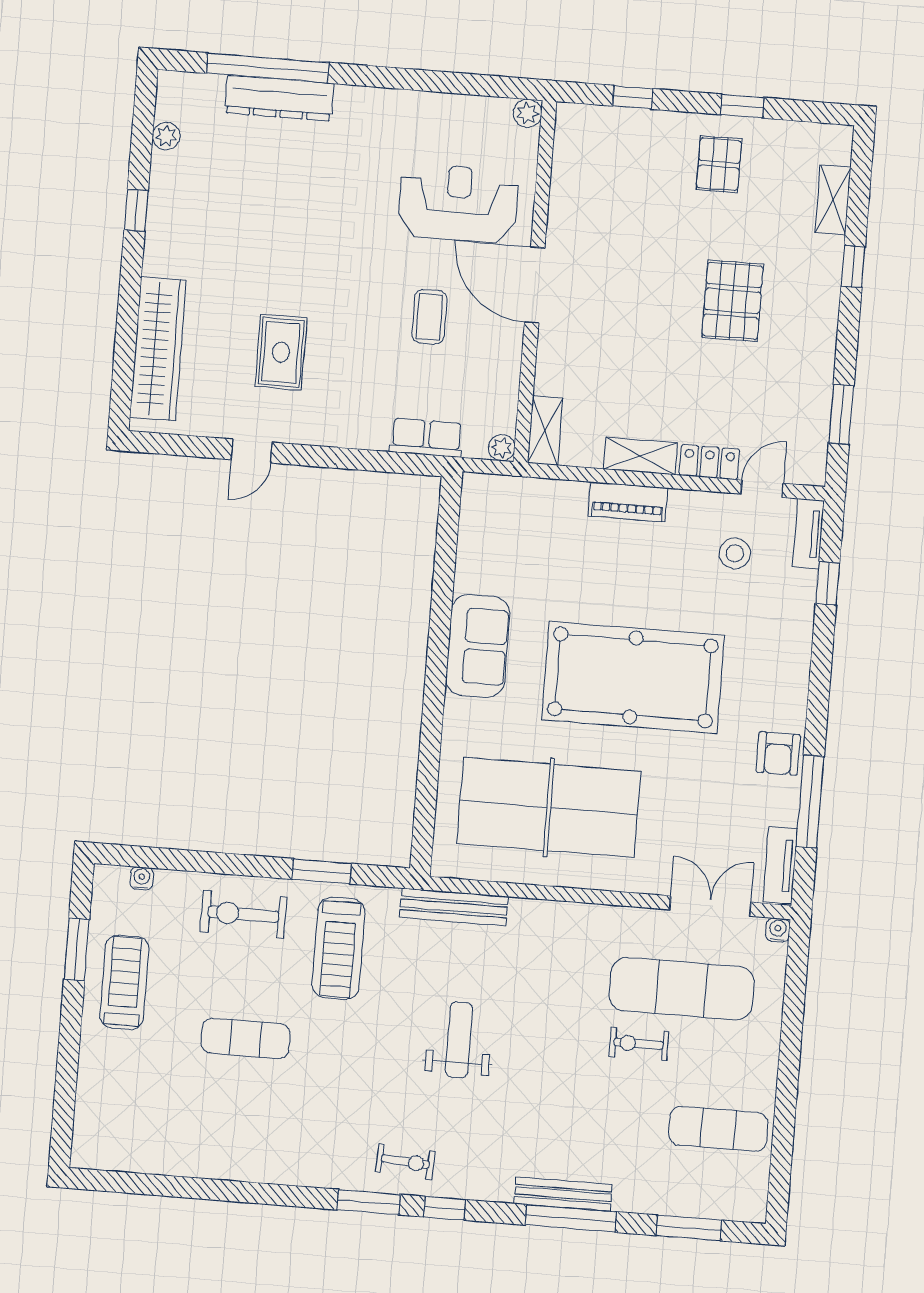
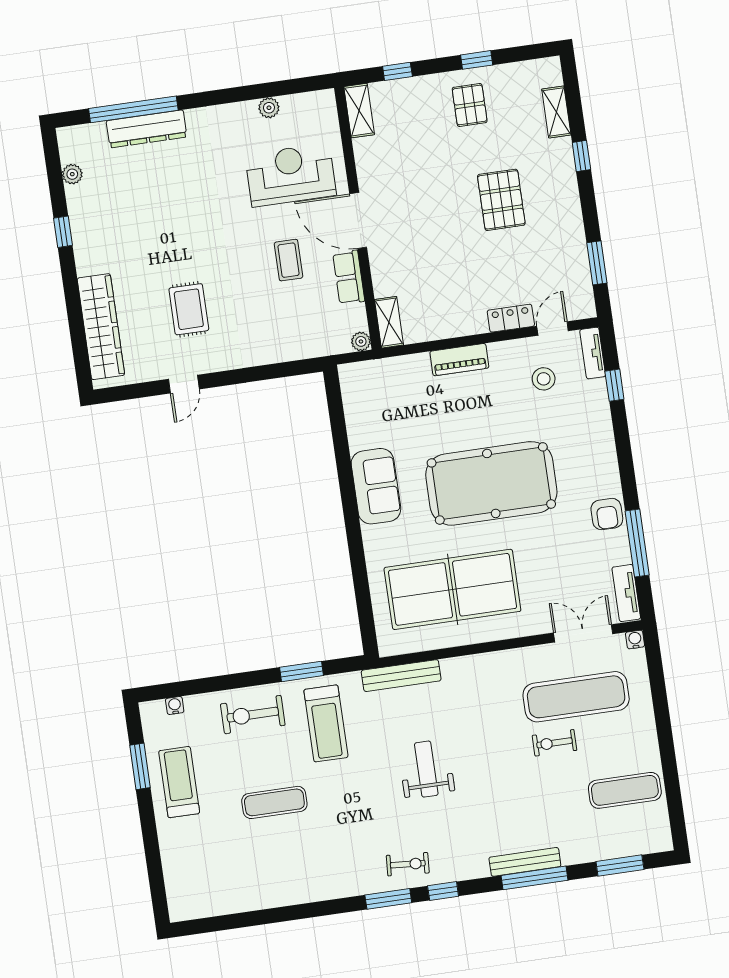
plant: (528, 113) -> (269, 108), moved
row of seats: (427, 438) -> (349, 277), moved, turned -90
shelving: (640, 456) -> (359, 111), moved, turned 90

